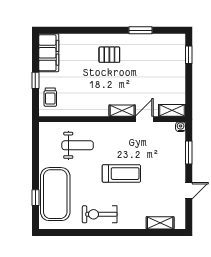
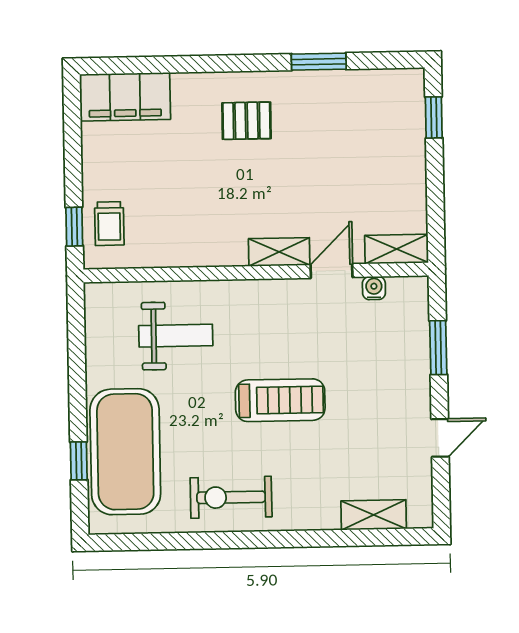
filing cabinet: (49, 53) -> (125, 97), moved, turned 90
window: (35, 80) -> (74, 227), moved
water cooler: (181, 127) -> (374, 288), moved

